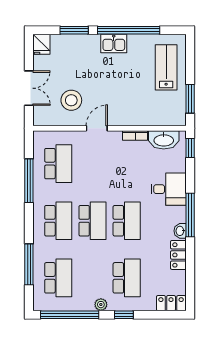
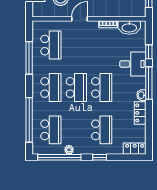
window: (190, 148) -> (149, 52), moved
window: (29, 264) -> (29, 120), width x1.46
plant: (101, 305) -> (69, 150), moved

